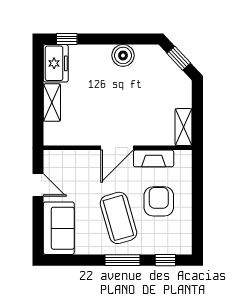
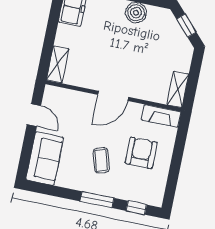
shelving: (52, 103) -> (58, 64), moved
fireplace: (154, 158) -> (161, 116), moved
coffee table: (118, 218) -> (101, 160), width x0.54, depth x0.58

